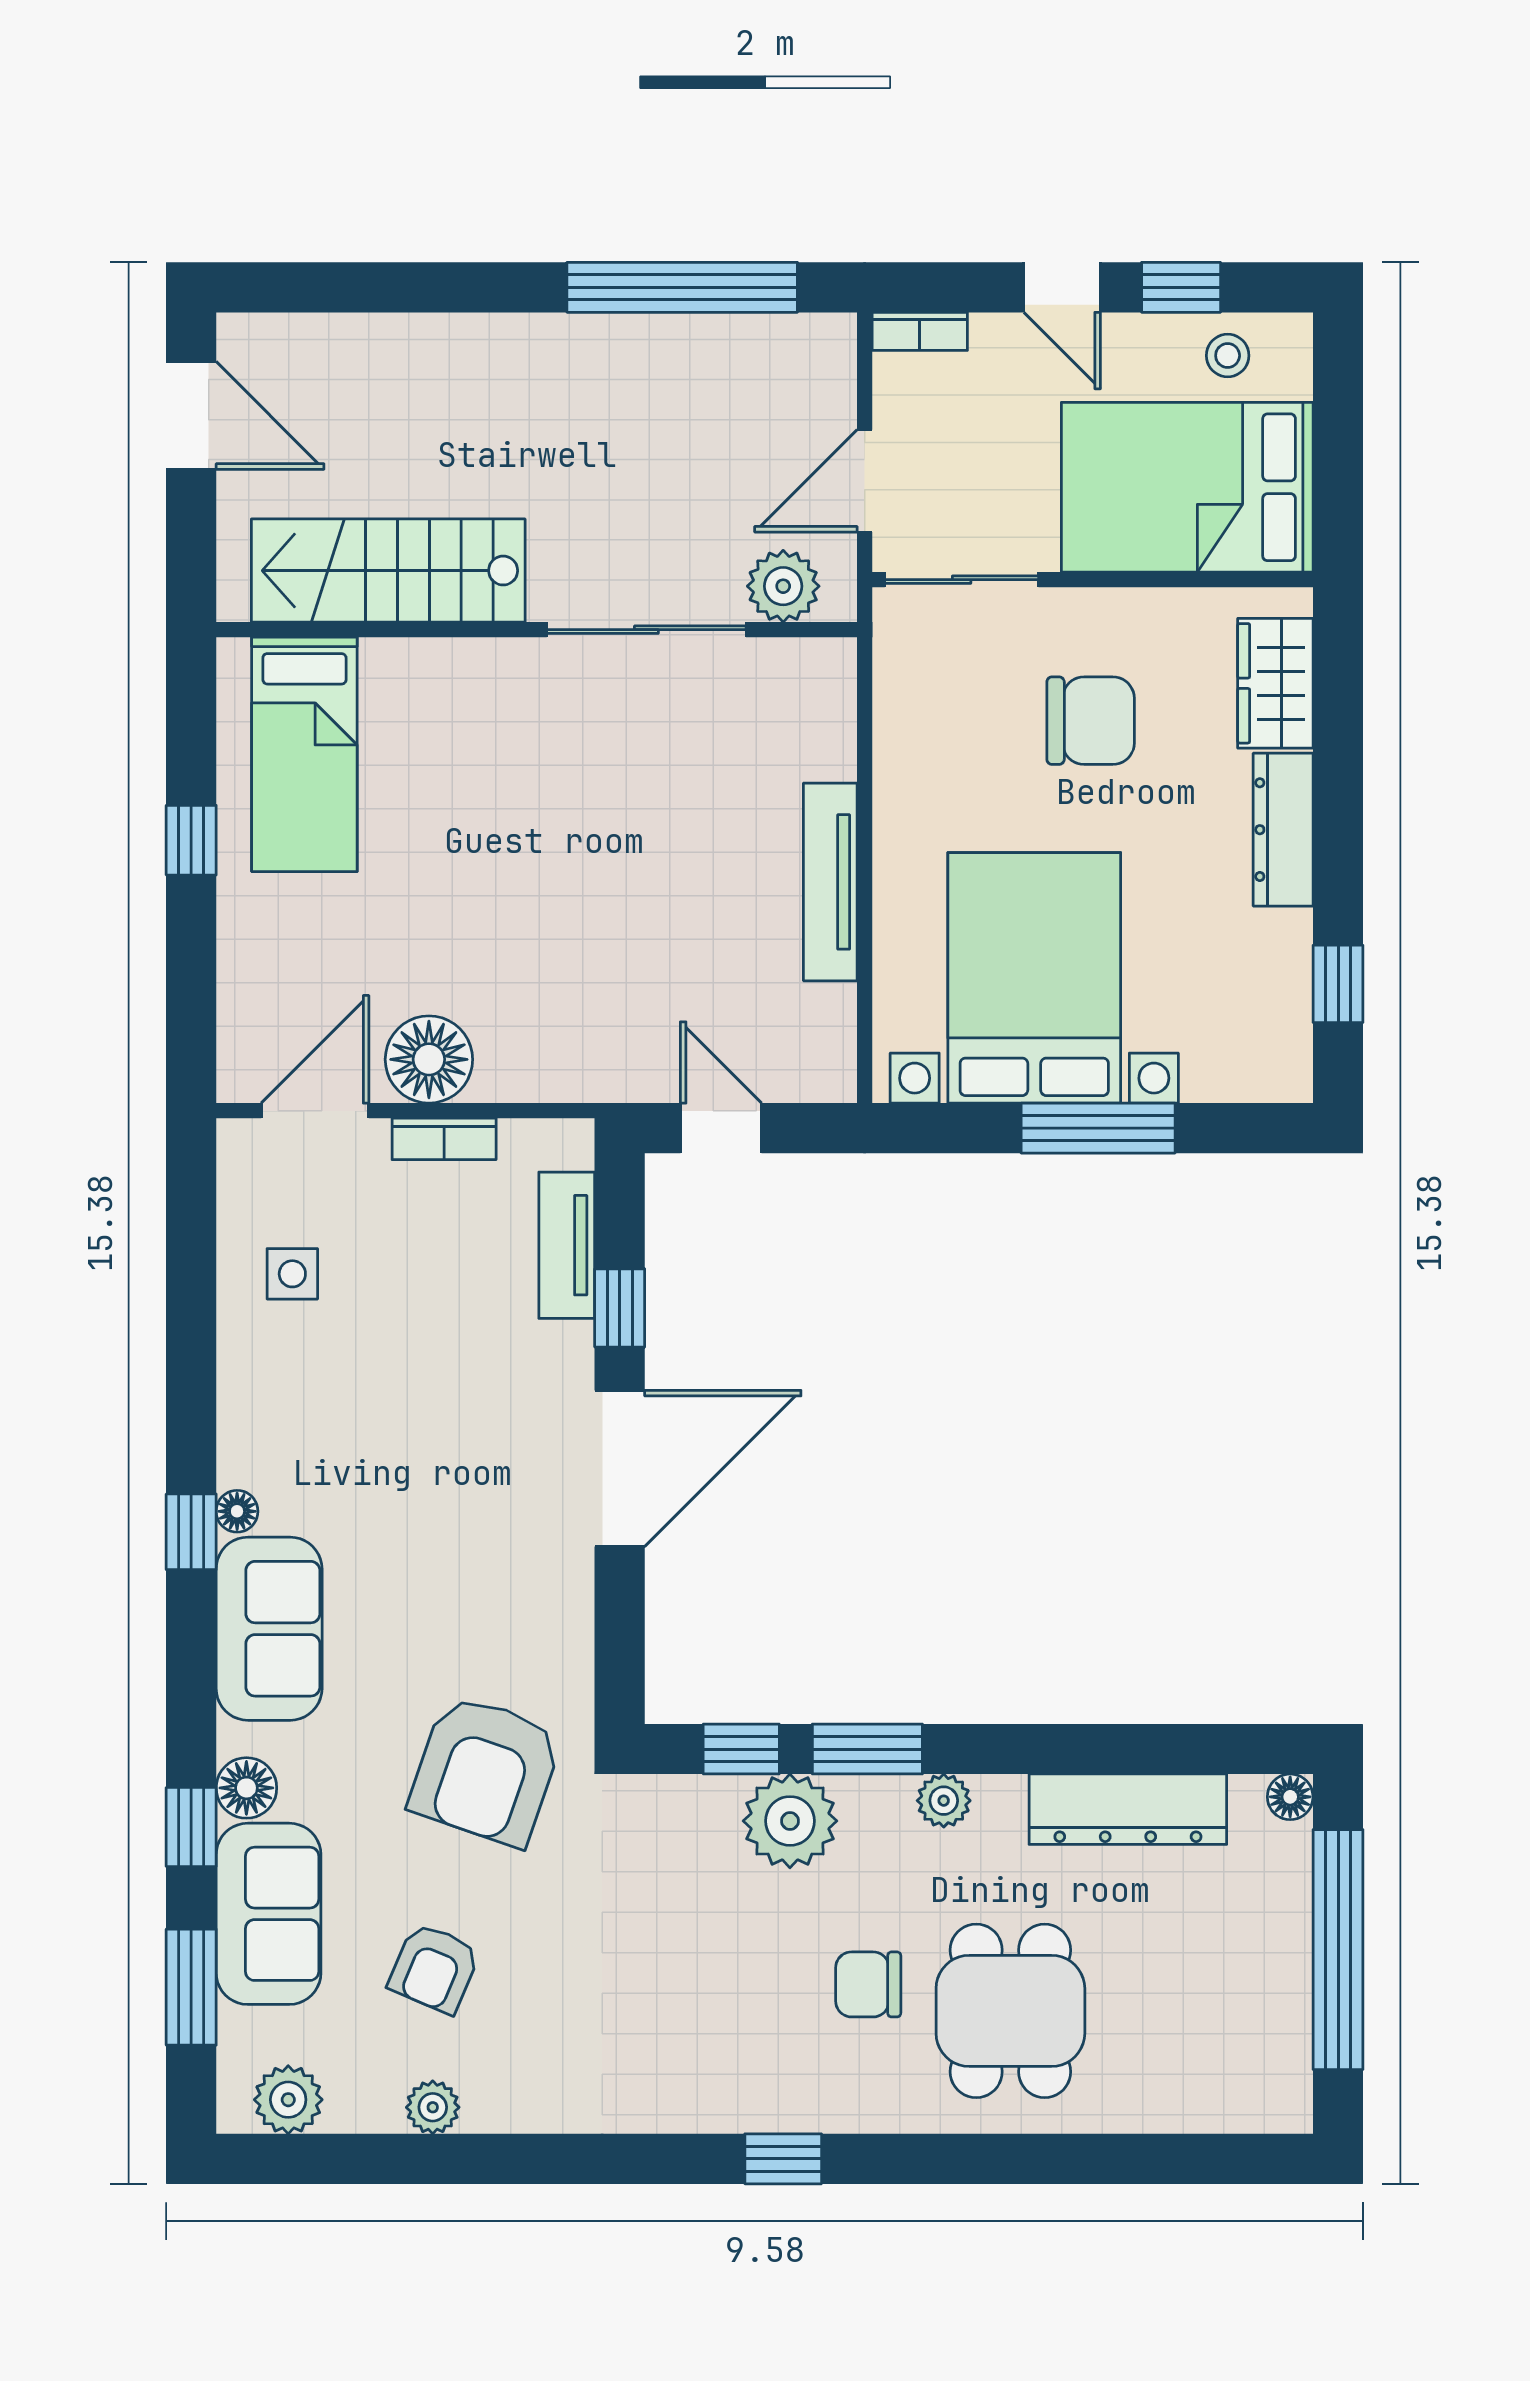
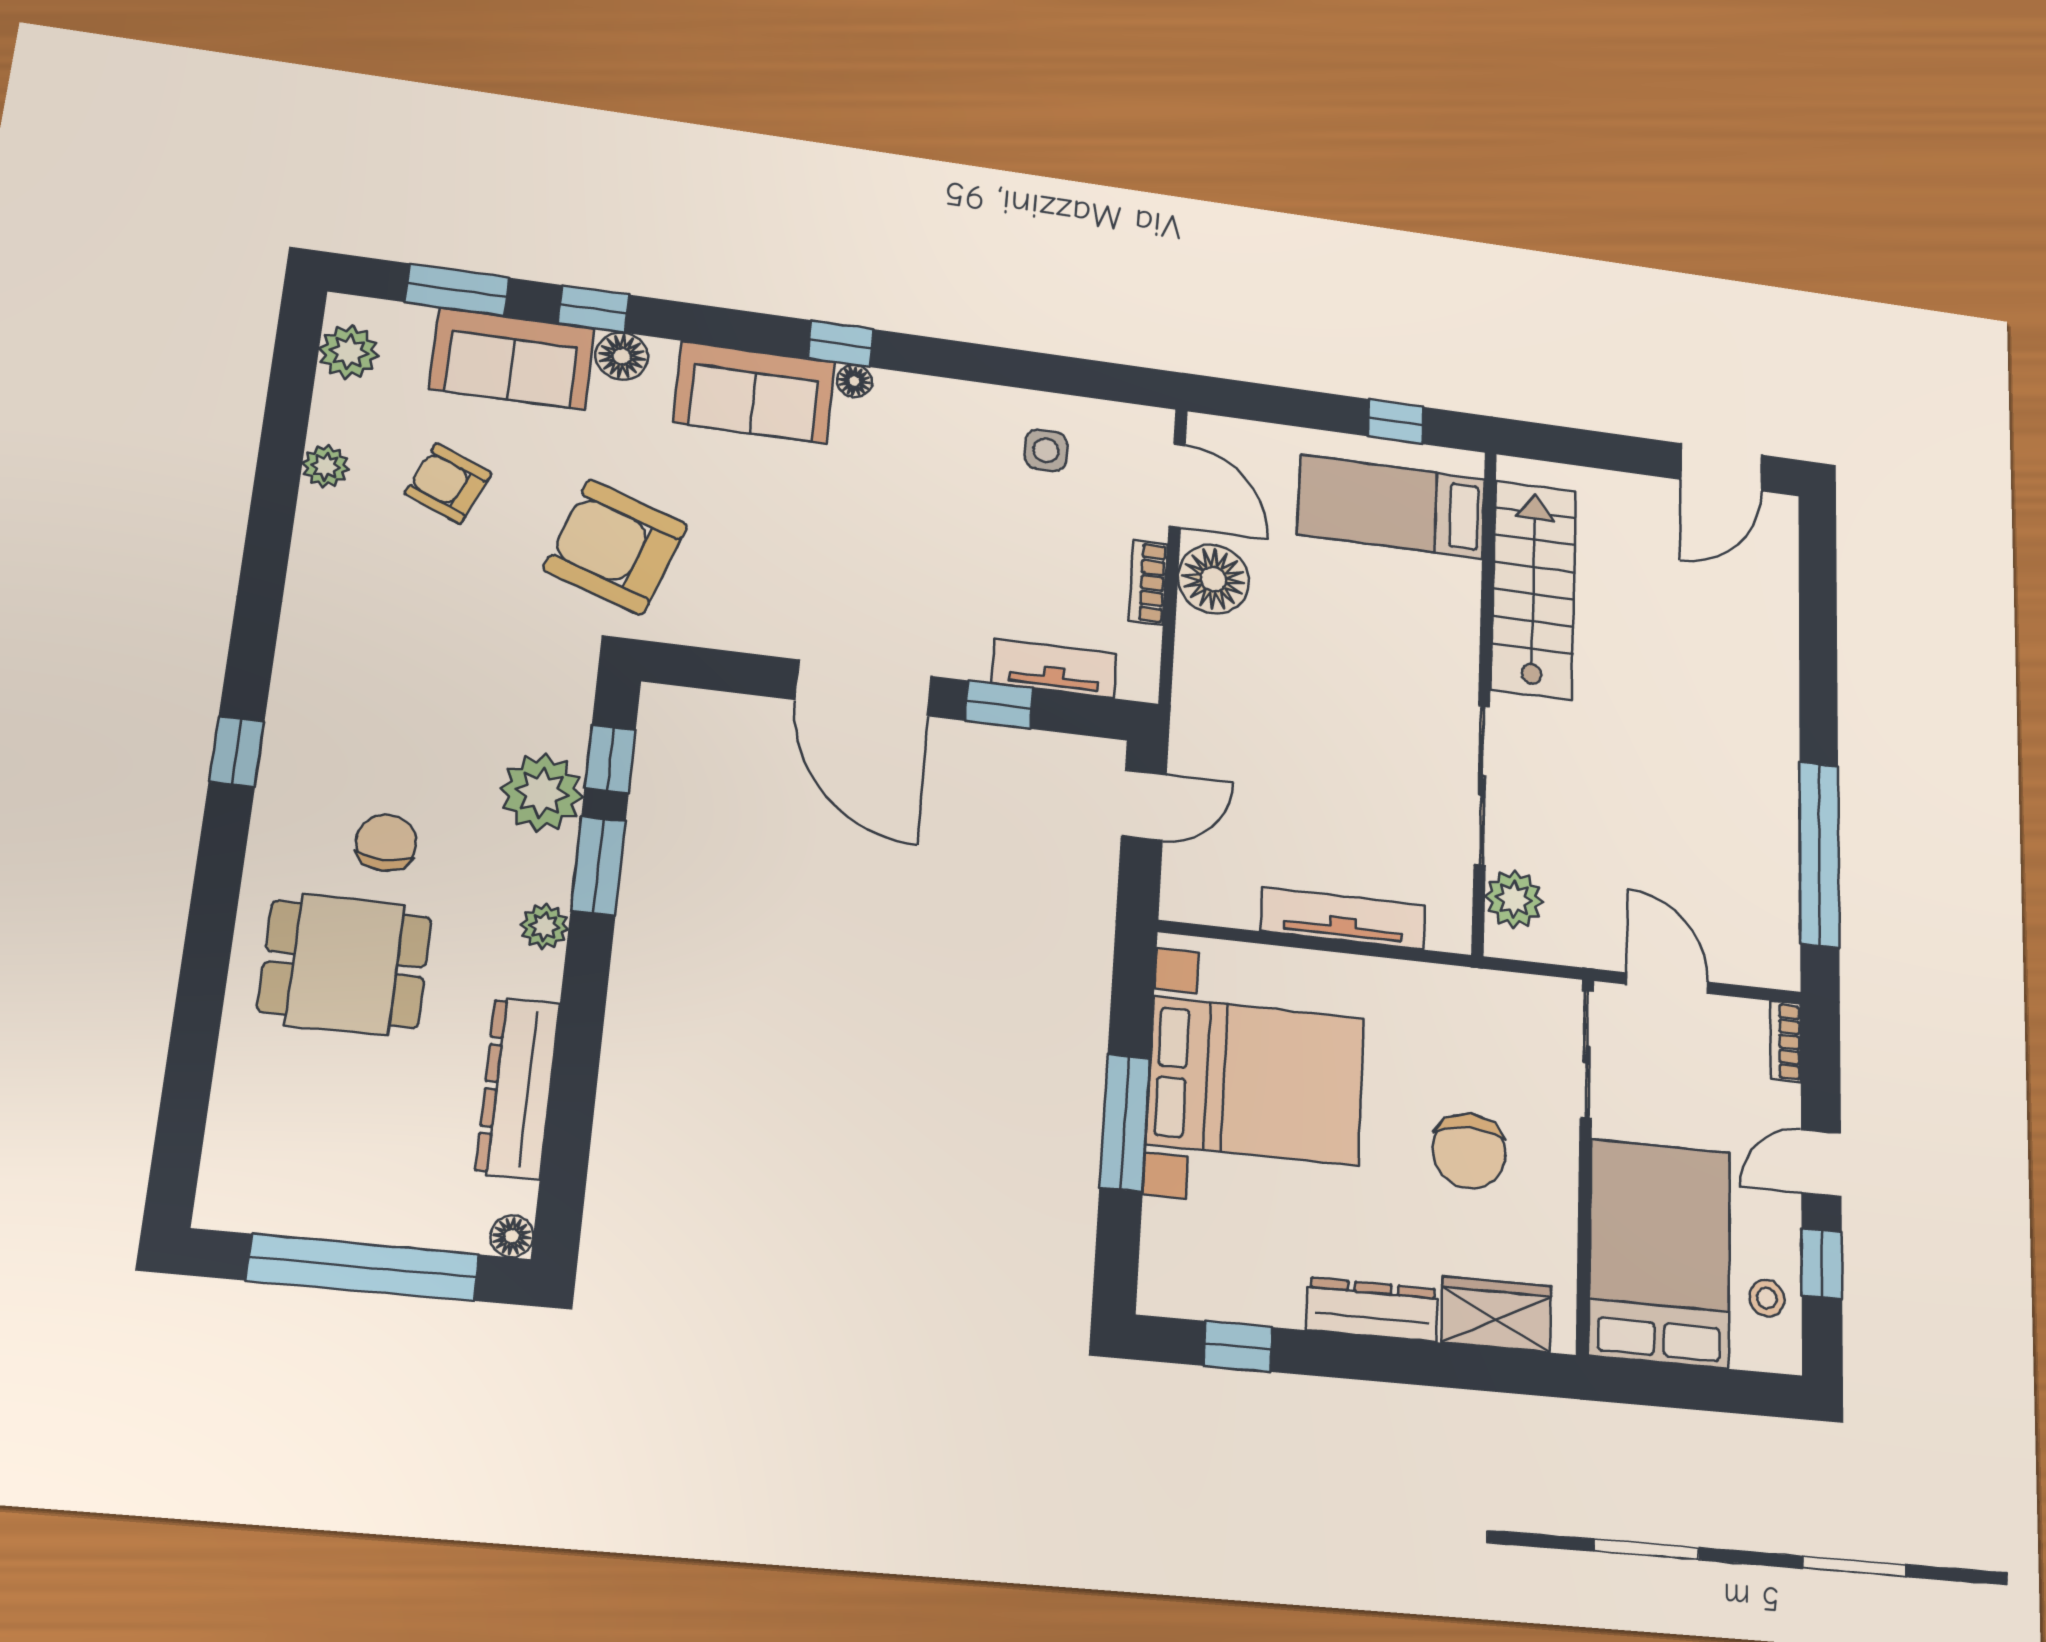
stairs: (388, 571) -> (1533, 590), moved
plant: (783, 586) -> (1514, 899), moved
wall: (537, 630) -> (1484, 698), moved
sliding door: (646, 630) -> (1482, 785), moved
bed: (304, 754) -> (1391, 507), moved

